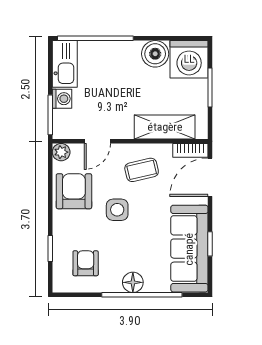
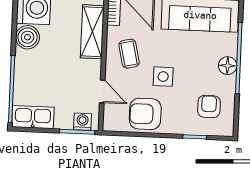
washing machine: (62, 99) -> (83, 122), moved
plant: (61, 152) -> (110, 124), removed
armchair: (86, 263) -> (209, 106), turned 90

